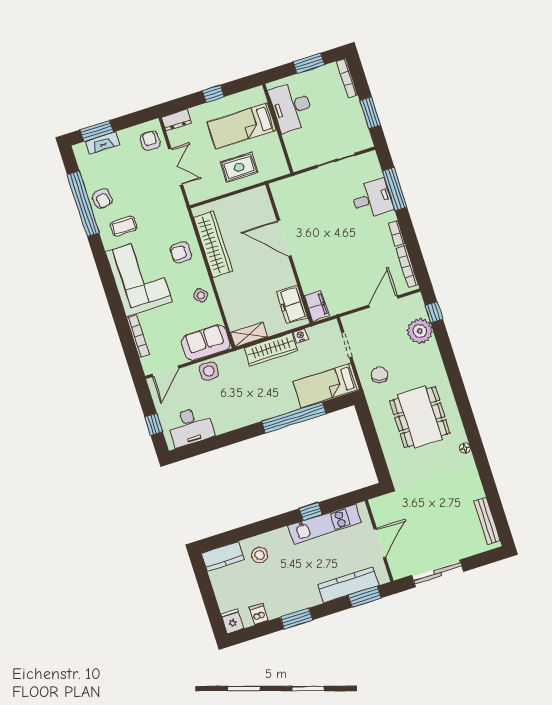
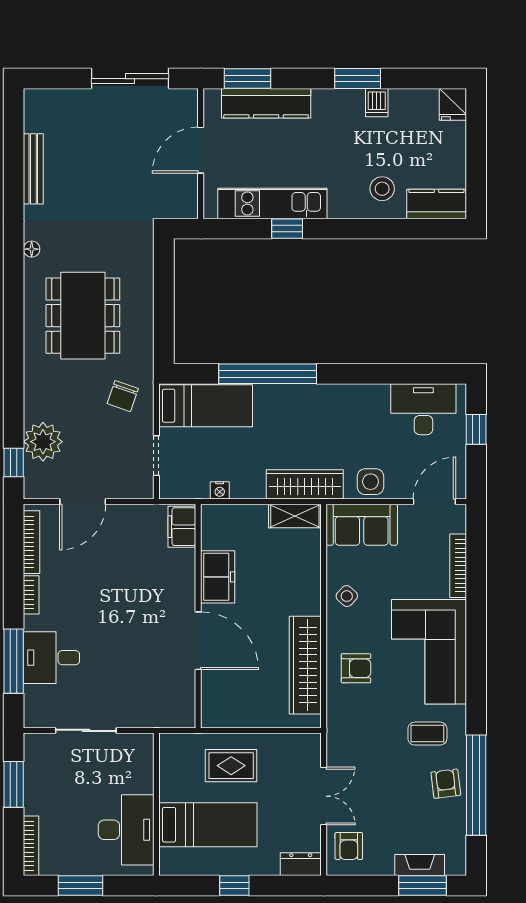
double door: (176, 167) -> (324, 796), swing flipped
freezer: (292, 305) -> (218, 577), moved
wardrobe: (271, 349) -> (305, 484), moved
bench: (487, 521) -> (33, 169), moved
dishwasher: (259, 614) -> (377, 103), moved

